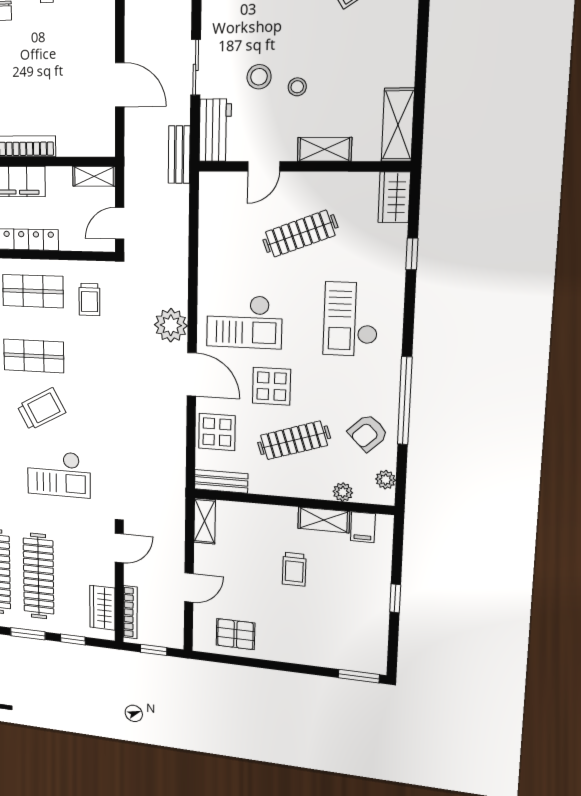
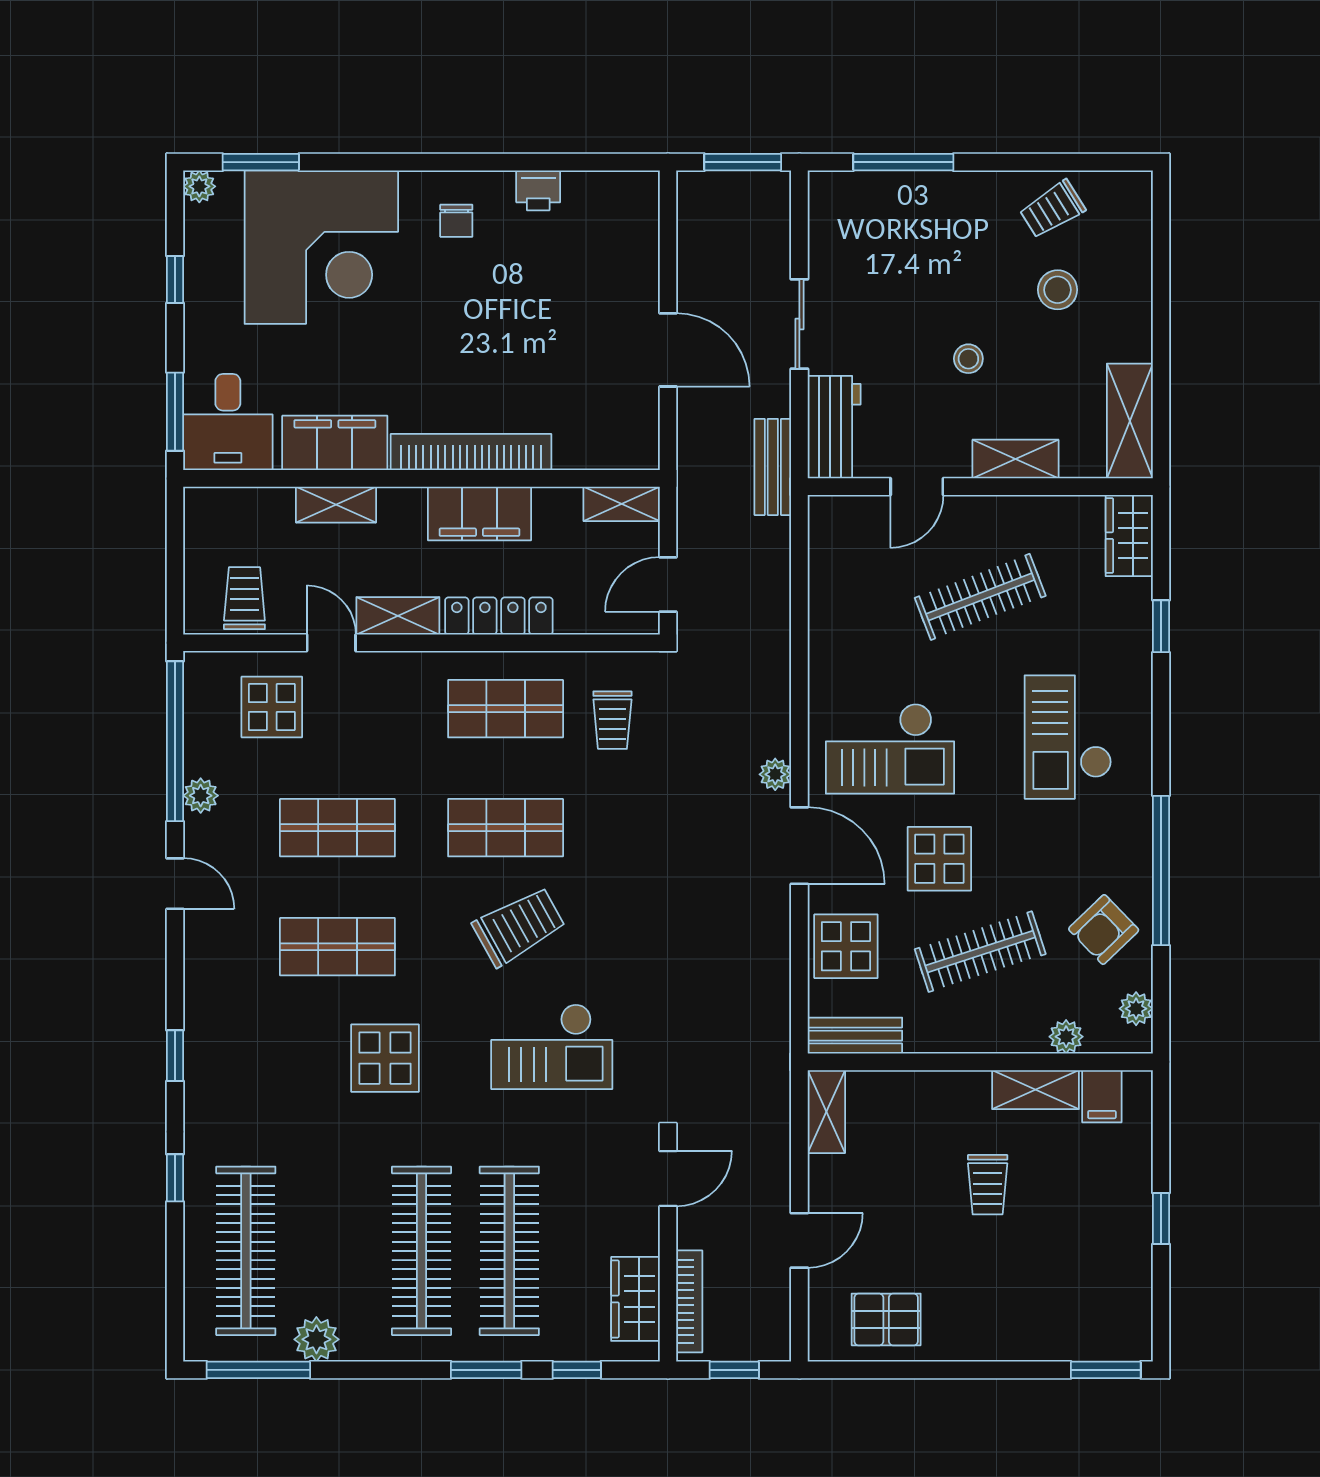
stool: (259, 77) -> (1058, 290), moved
plant: (171, 325) -> (775, 774), width x0.53, depth x0.53

